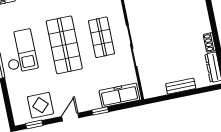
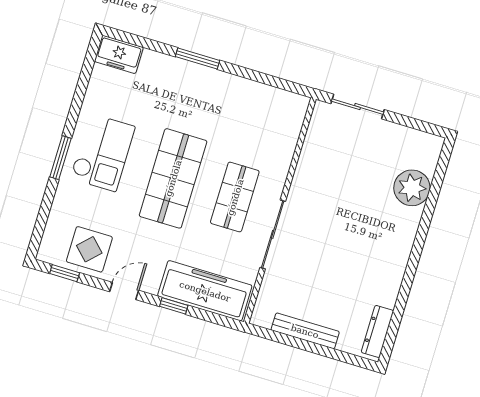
shoe rack: (210, 42) -> (392, 291), removed
bench: (181, 86) -> (305, 331), width x1.36
freezer: (119, 95) -> (205, 291), width x1.36, depth x1.26

